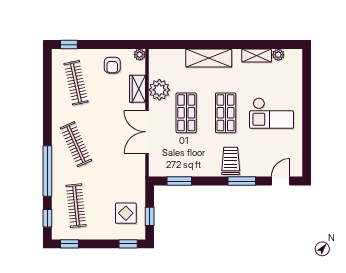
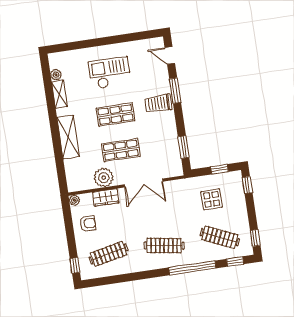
checkout: (271, 113) -> (110, 73), turned -90
clothes rail: (76, 144) -> (164, 246), turned 33
clothes rail: (76, 206) -> (220, 237), turned 30
display table: (126, 213) -> (212, 199), moved

